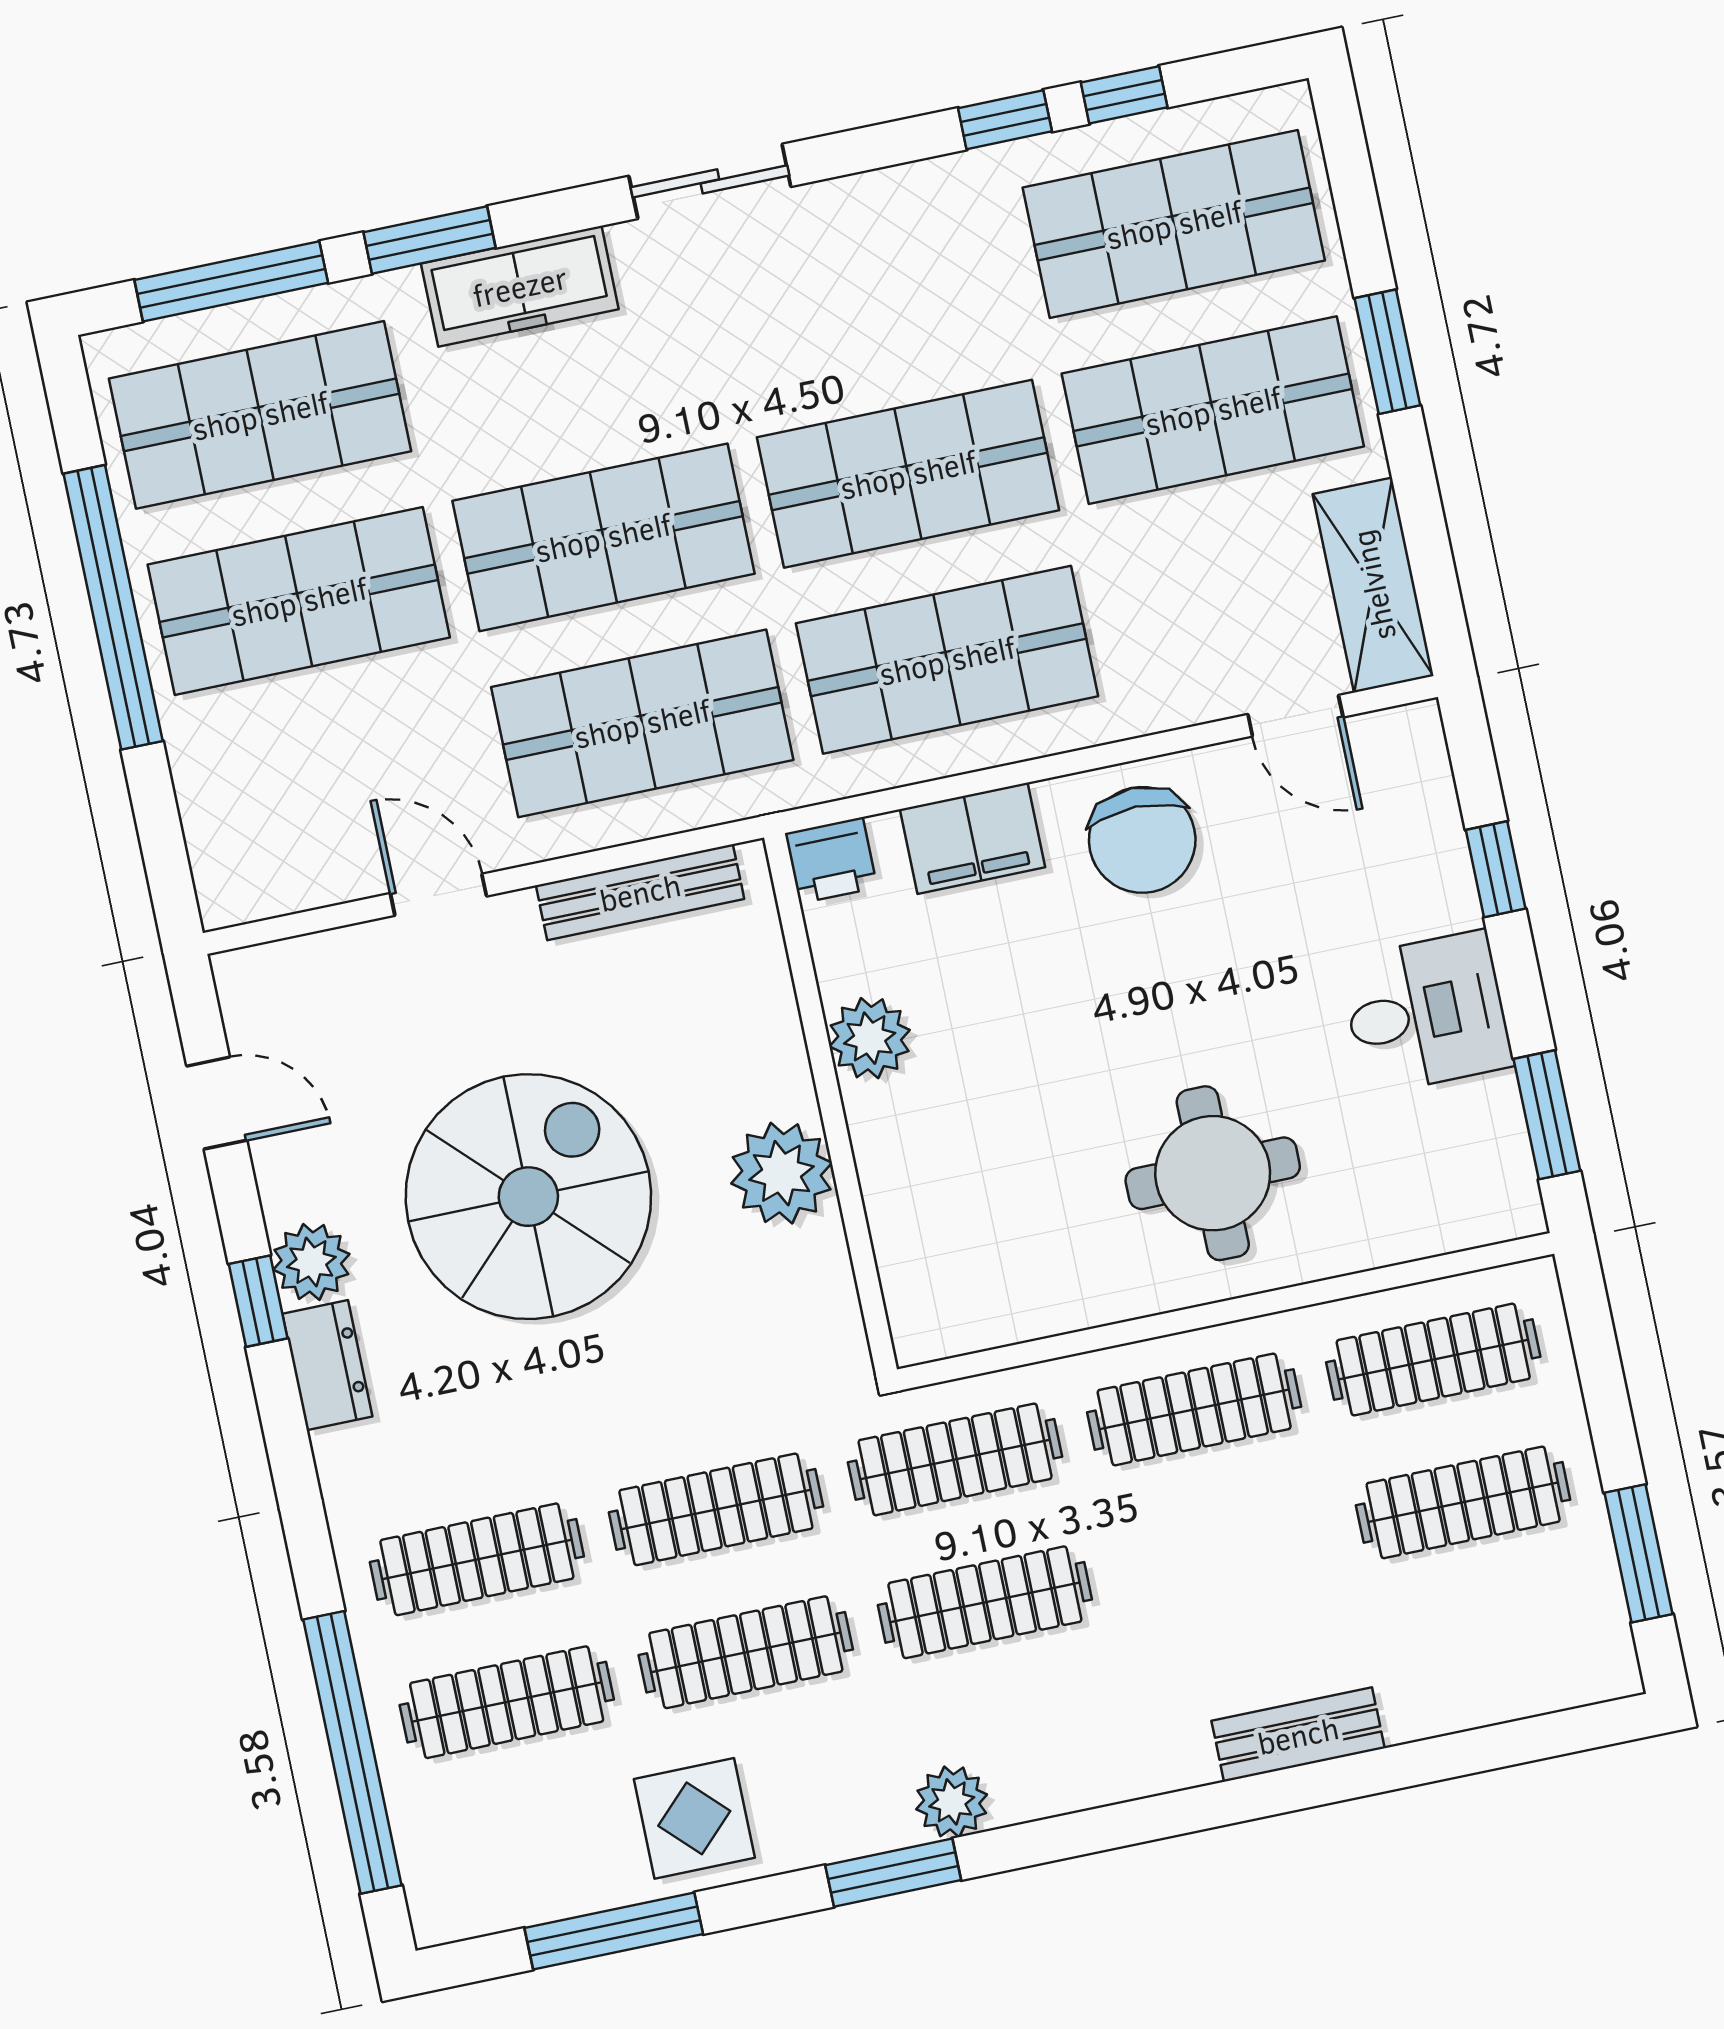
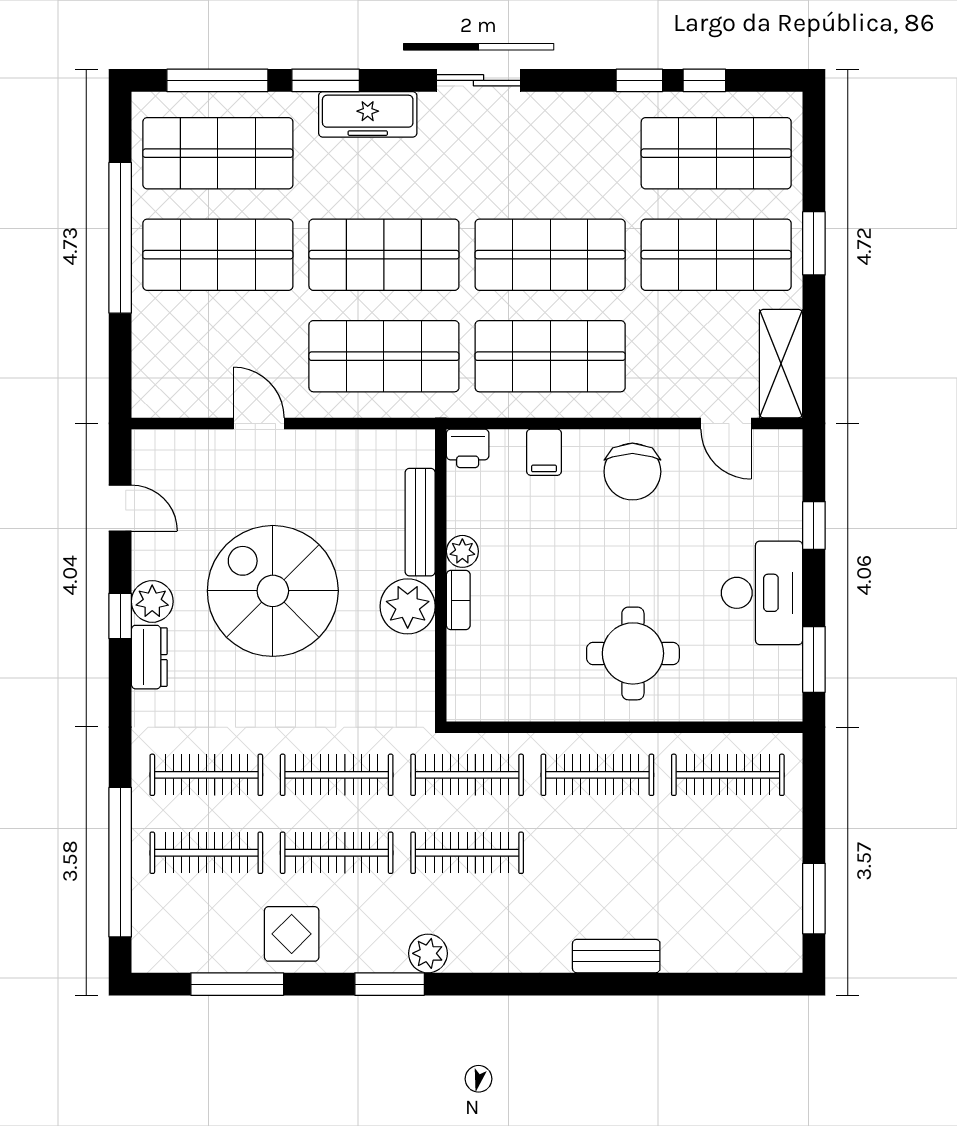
filing cabinet: (973, 838) -> (544, 452), width x0.50
bench: (640, 892) -> (420, 522), moved, turned 90
desk: (1426, 1013) -> (762, 593), width x1.37
plant: (870, 1038) -> (462, 551), width x0.73, depth x0.73
bookcase: (872, 1142) -> (458, 600), added
spiral stairs: (528, 1197) -> (273, 591), turned -90
clothes rail: (1463, 1502) -> (728, 853), removed

